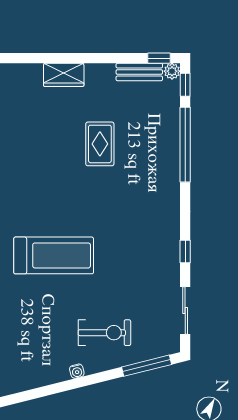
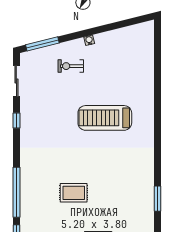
rug: (100, 144) -> (74, 193), turned 90
exercise bike: (104, 333) -> (71, 66), width x0.73, depth x0.72

